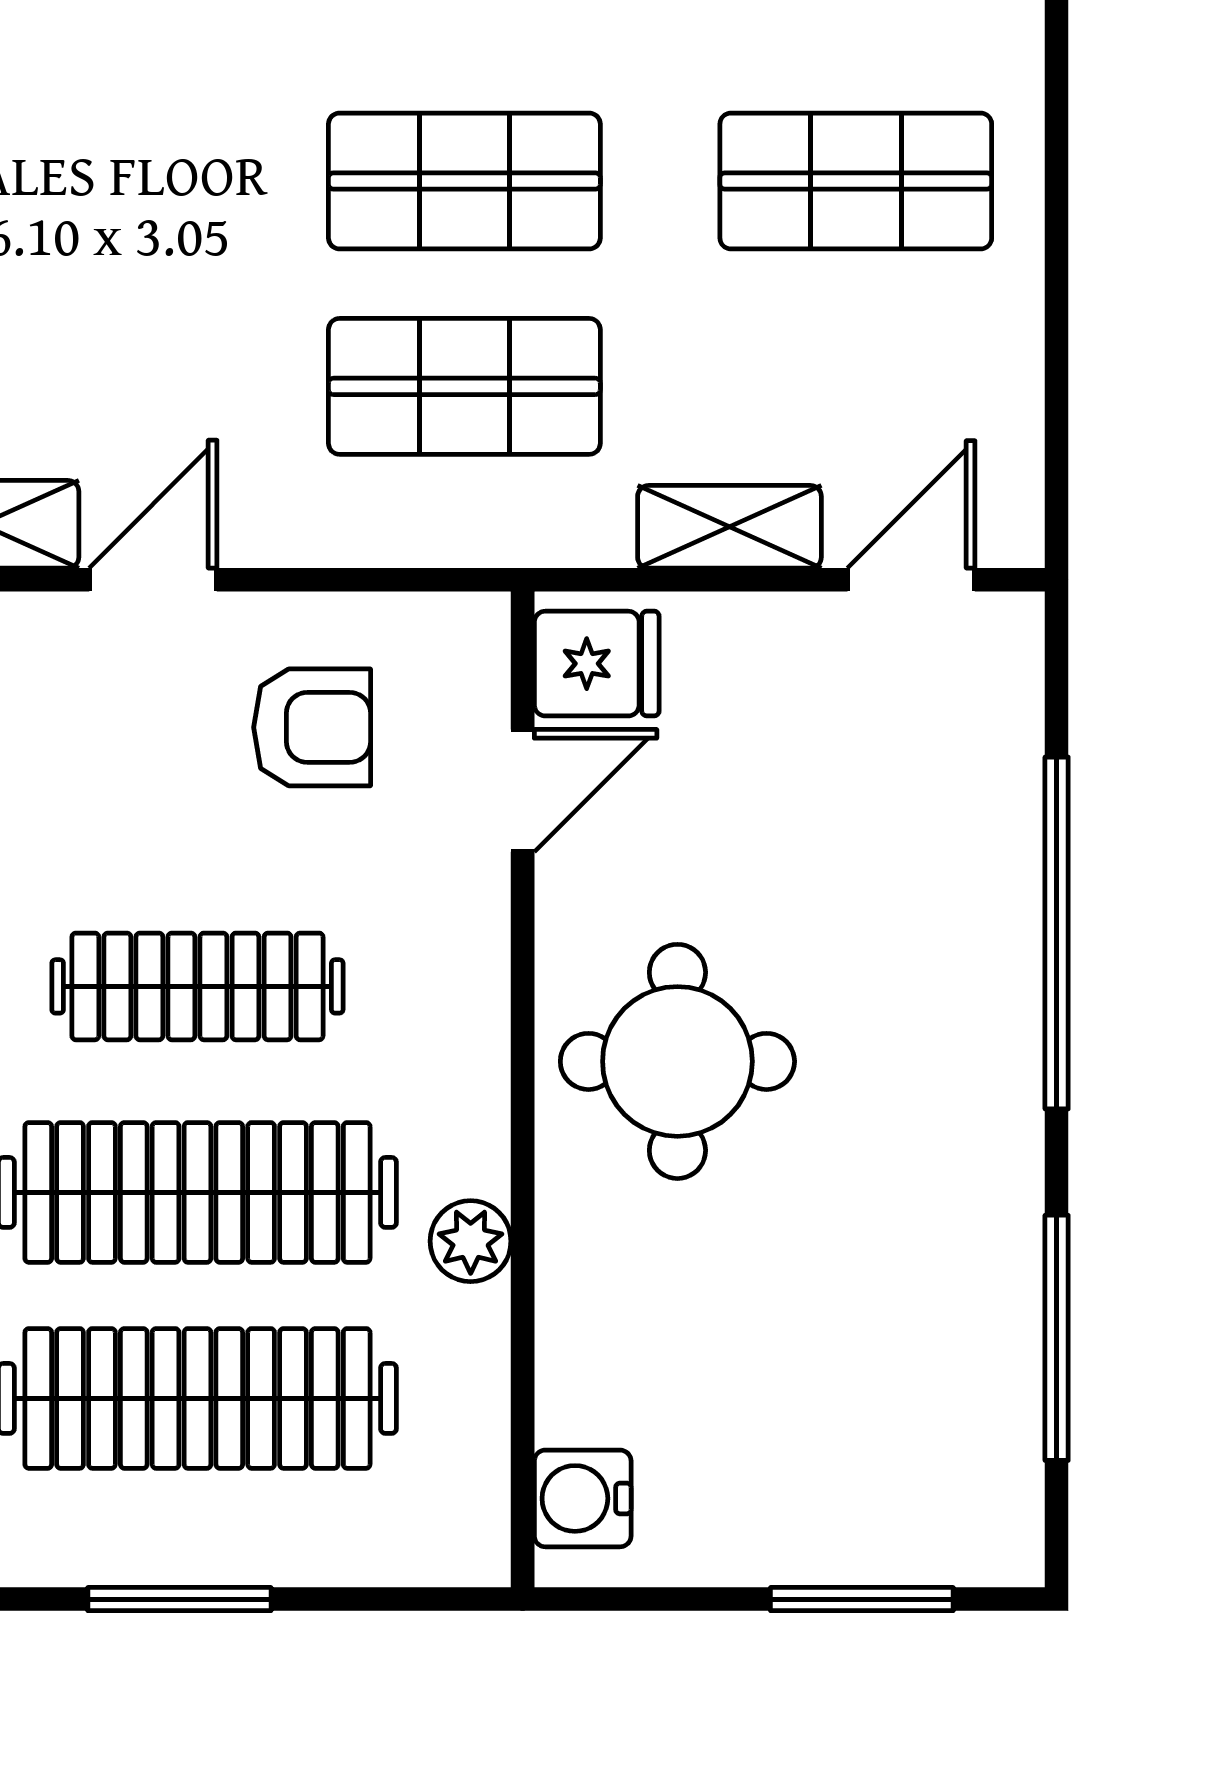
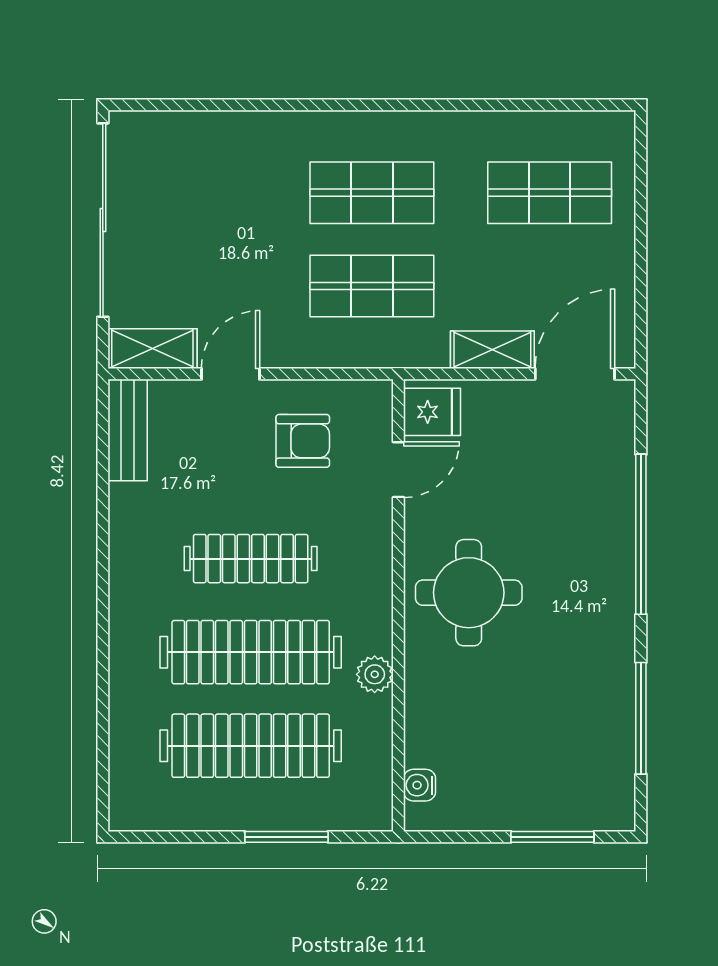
door: (911, 580) -> (575, 374), width x1.38
water cooler: (583, 1498) -> (420, 785), width x0.72, depth x0.72
window: (179, 1599) -> (286, 837), moved

